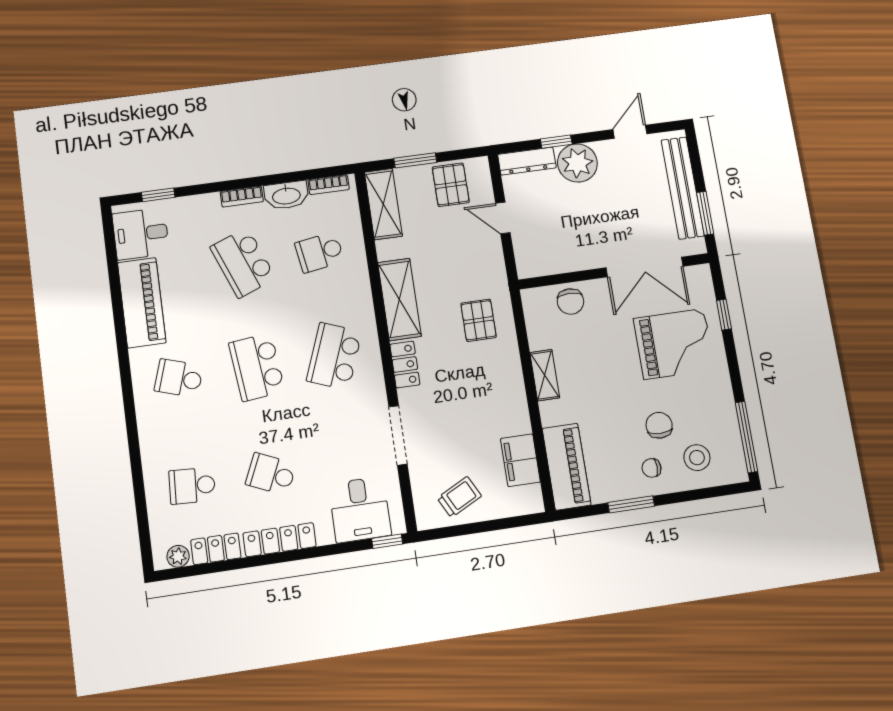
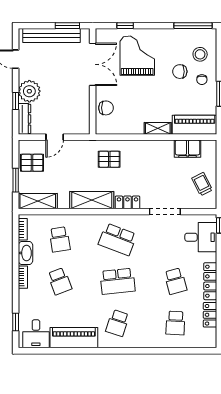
school desk: (243, 263) -> (60, 281), width x0.54
shelving: (545, 375) -> (158, 128), moved
school desk: (271, 474) -> (175, 281), turned -39
plant: (178, 556) -> (211, 335), removed

